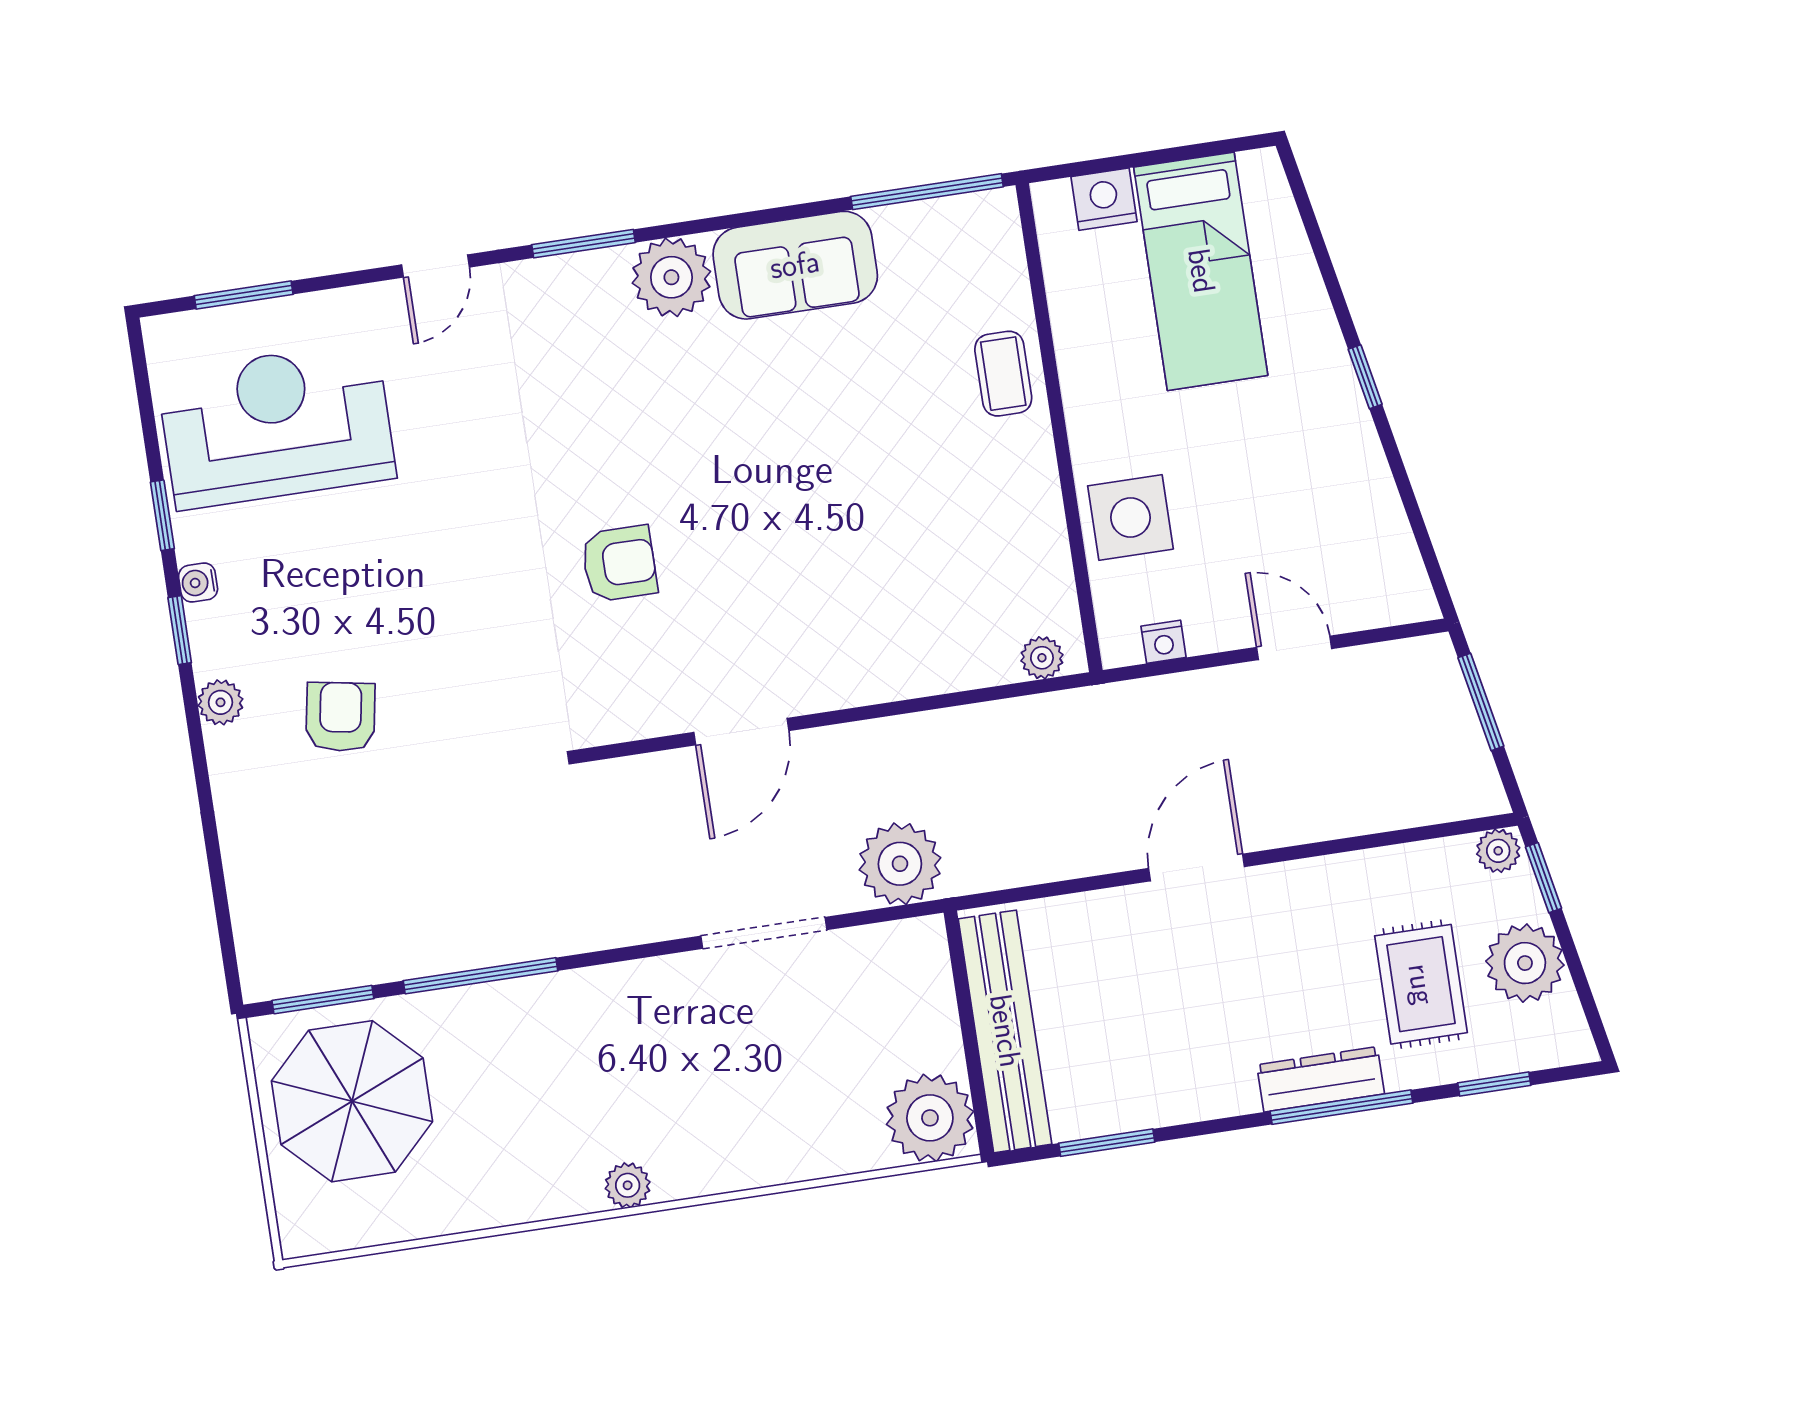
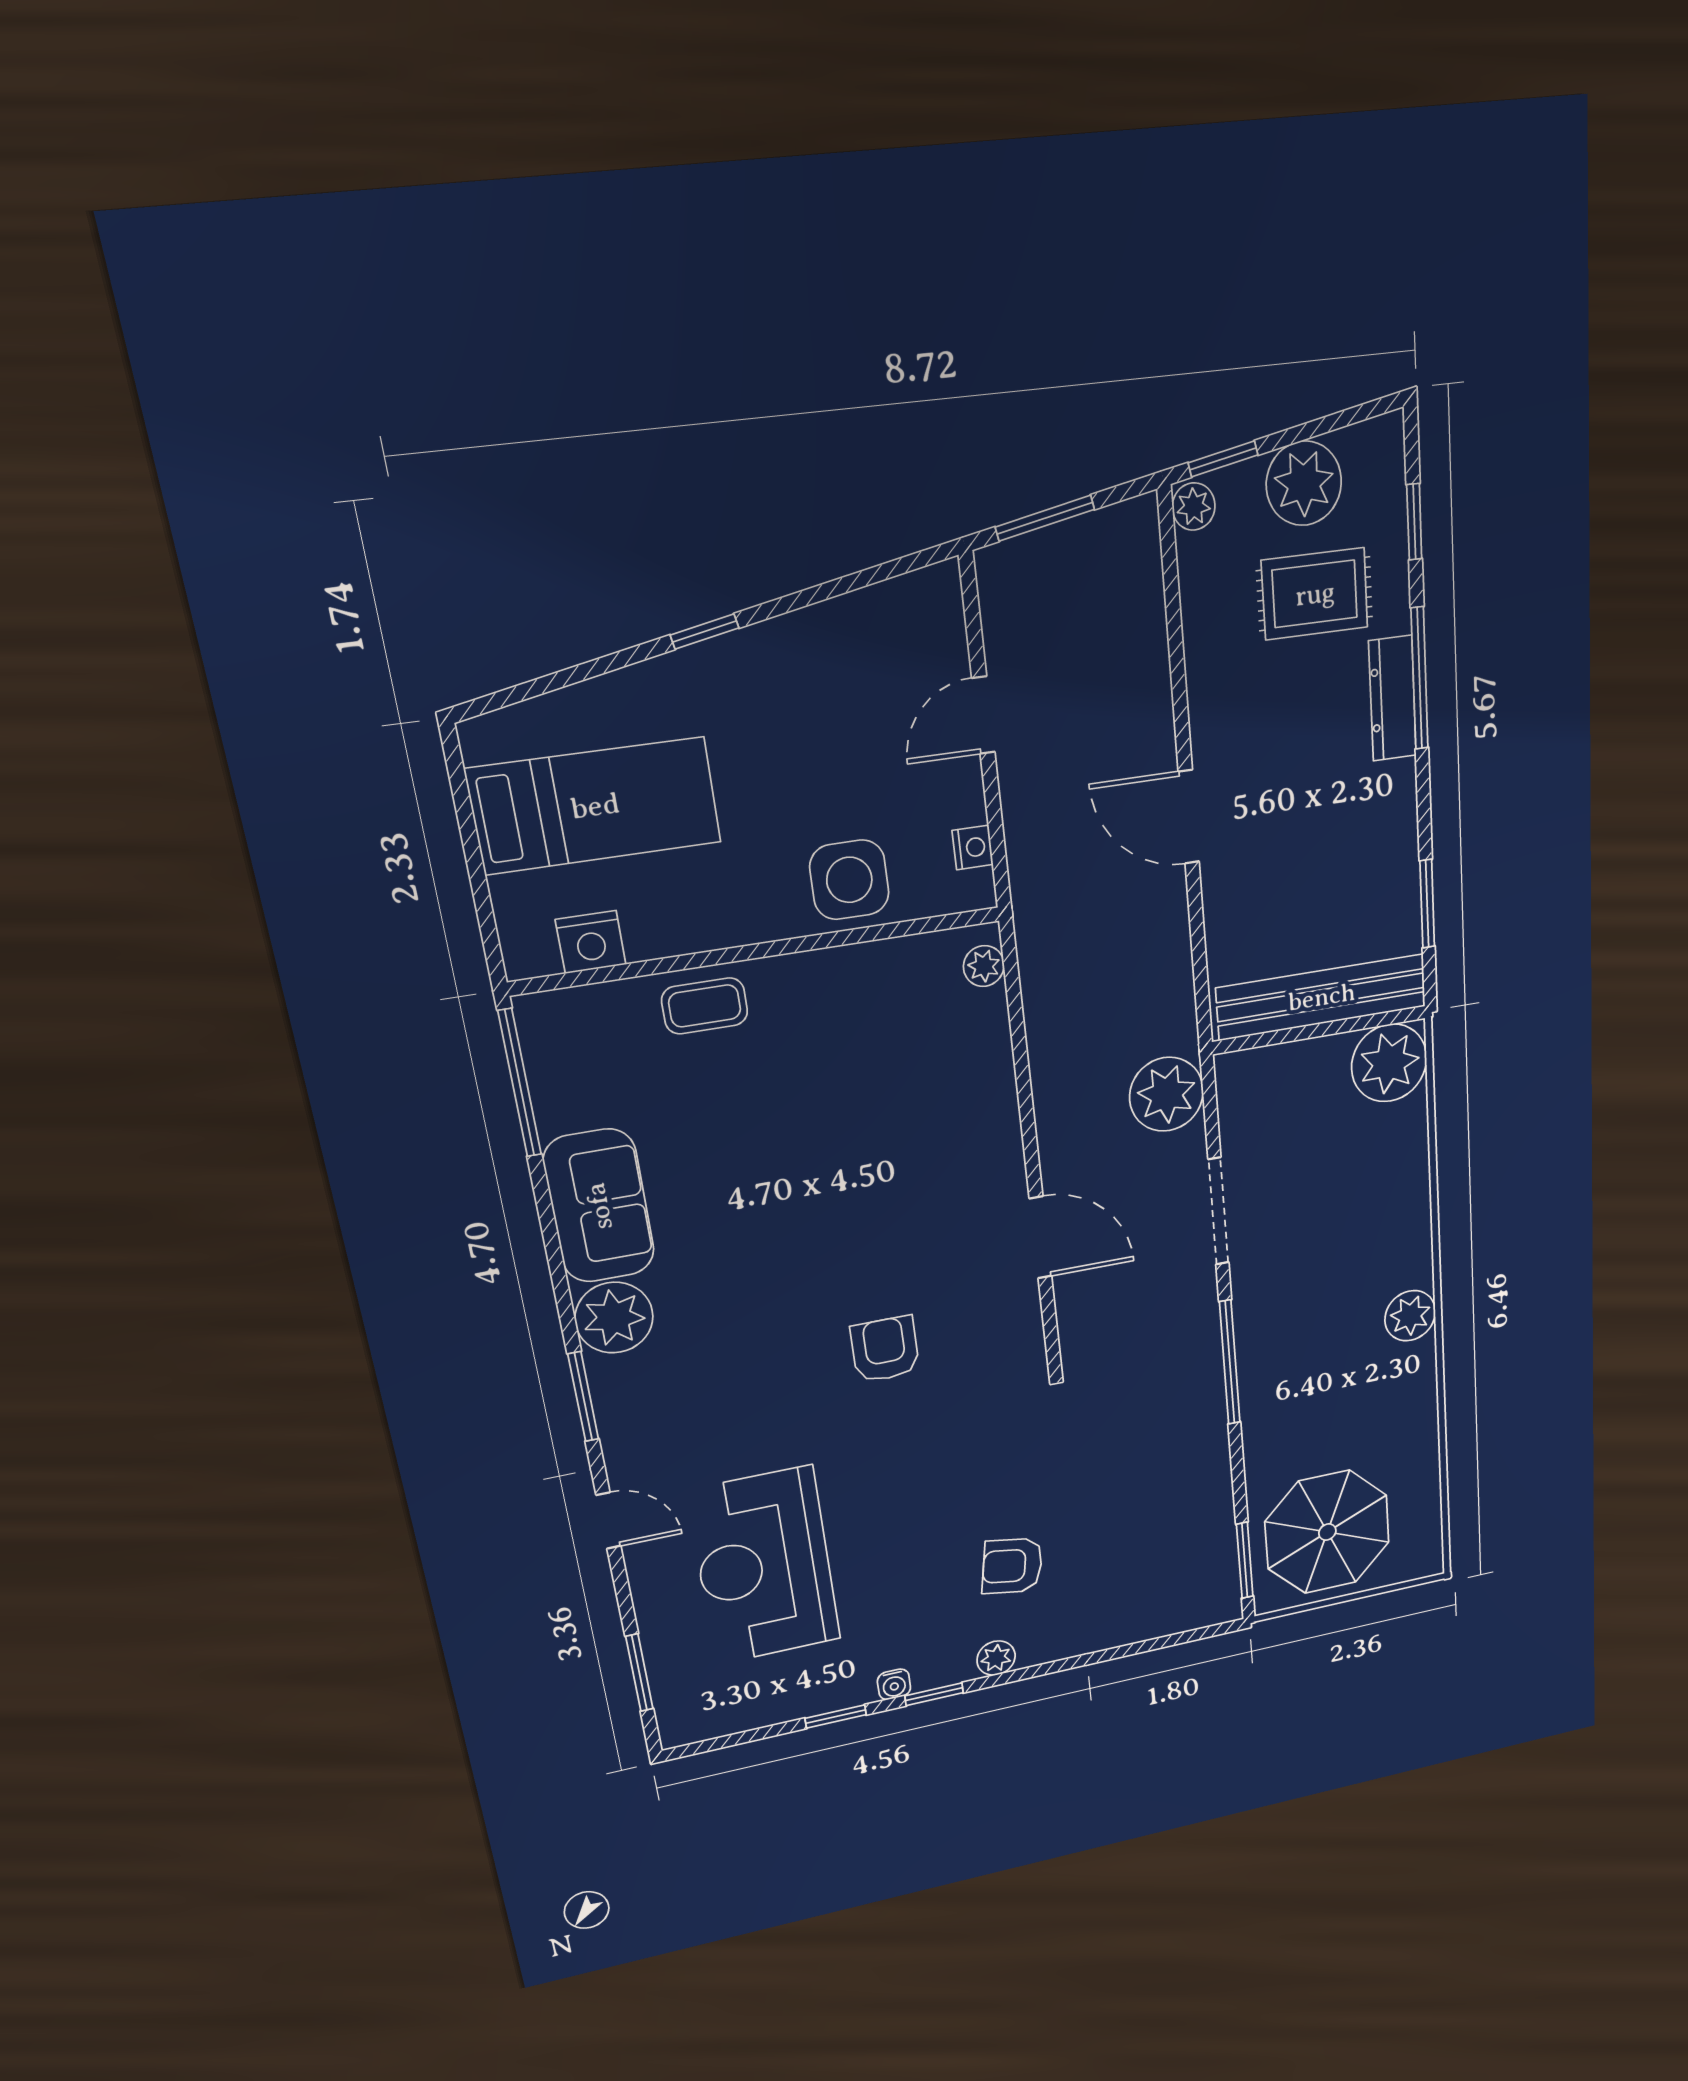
nightstand: (1104, 199) -> (591, 942), moved, turned -90
reception desk: (276, 425) -> (764, 1566), moved
window: (481, 976) -> (1230, 1362), moved
plant: (628, 1185) -> (1410, 1316), width x1.38, depth x1.38

